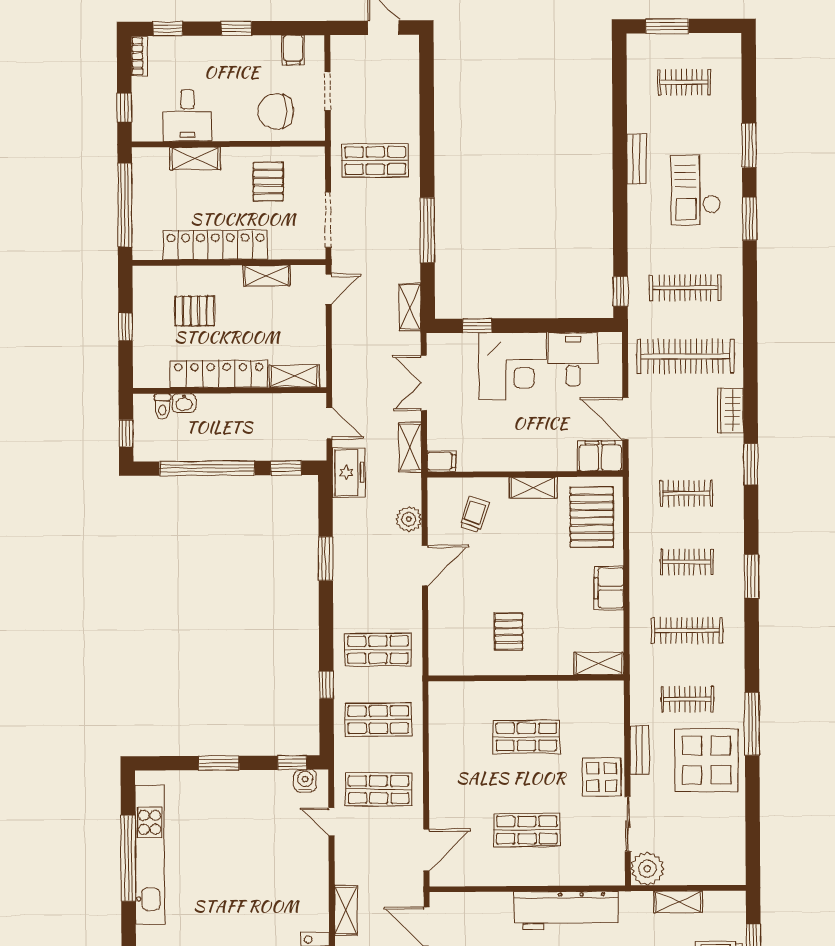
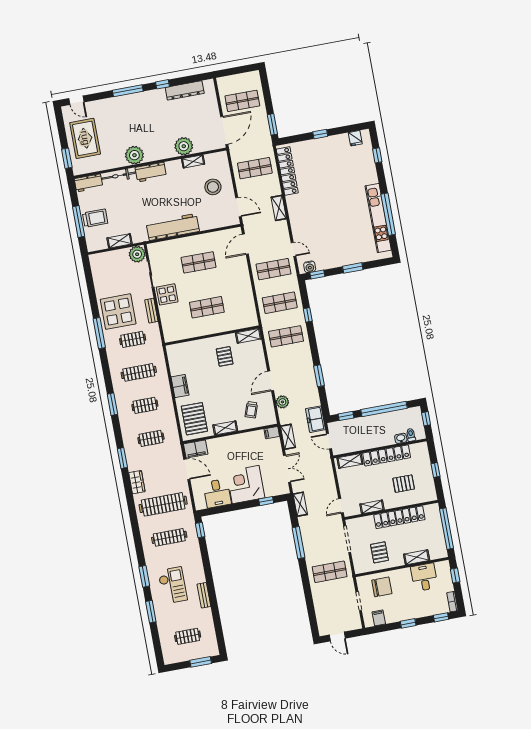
shelving: (599, 664) -> (248, 336), moved

